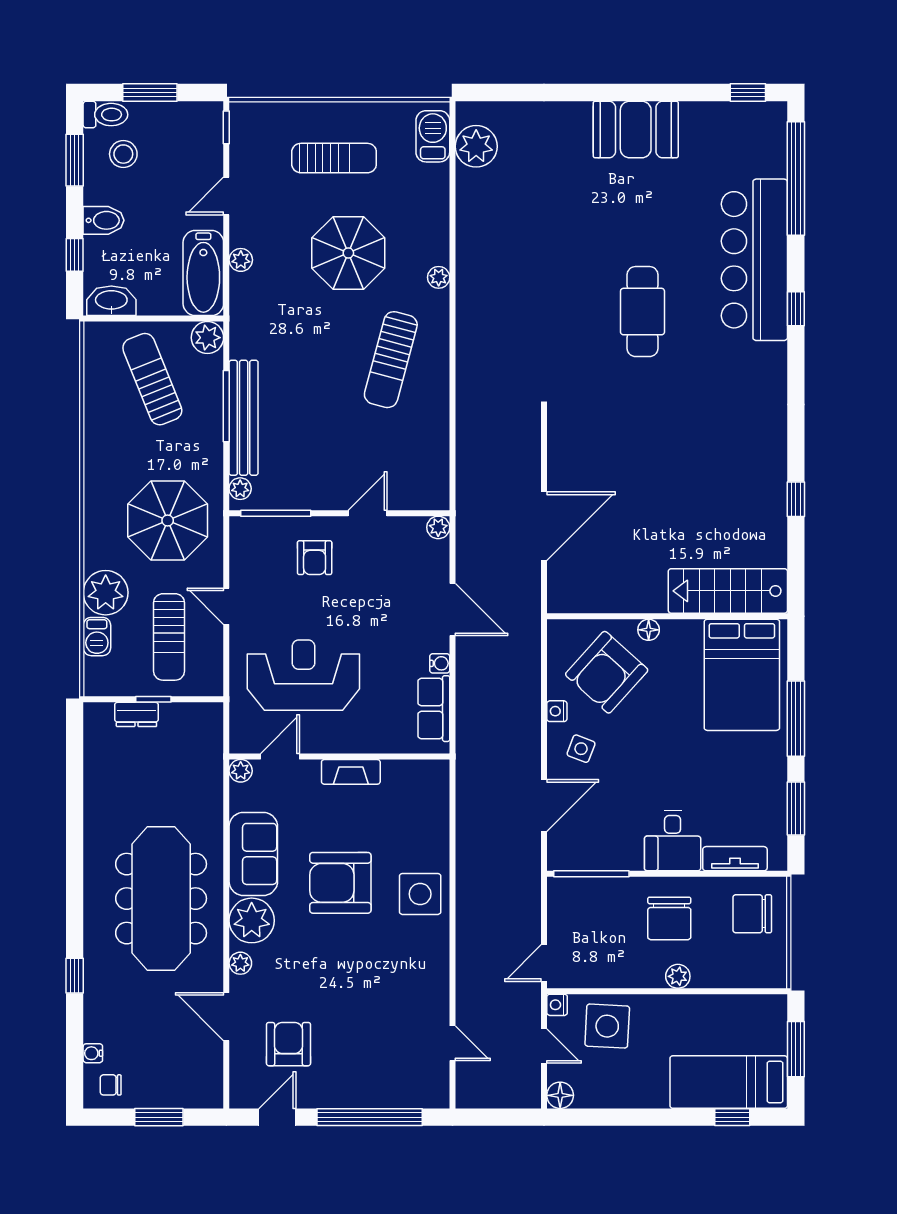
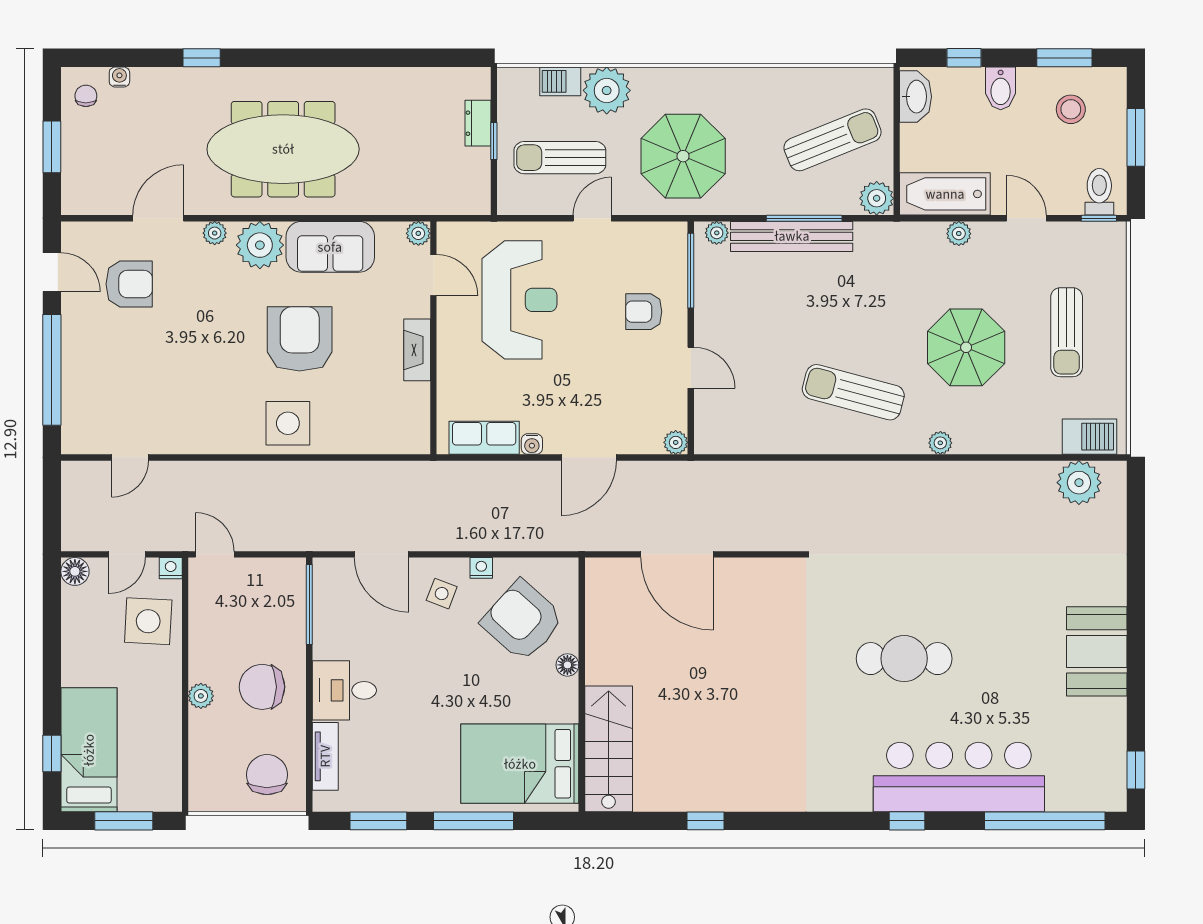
toilet: (105, 115) -> (1099, 192), moved, turned 180

